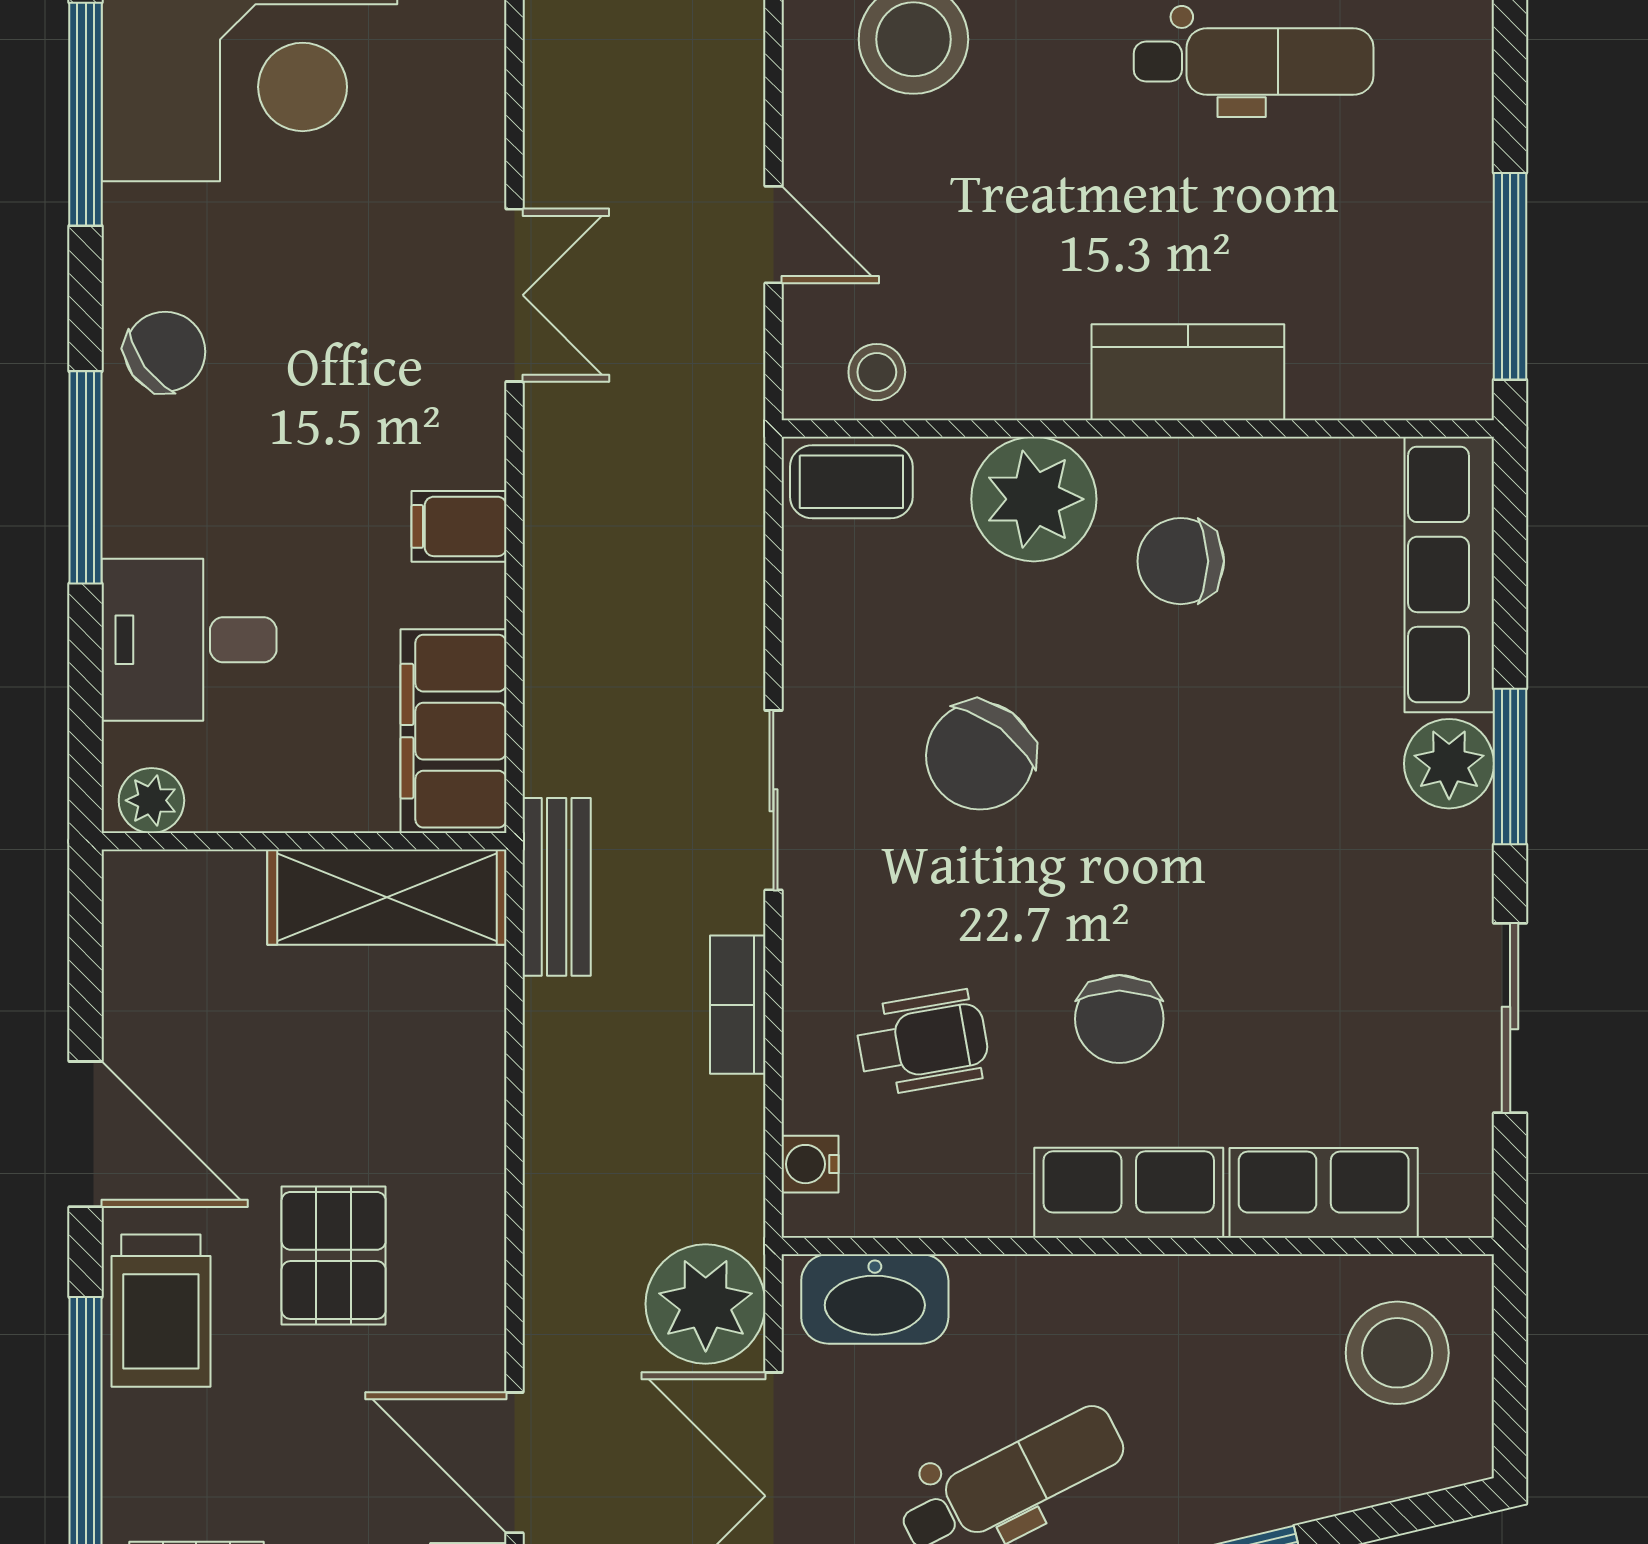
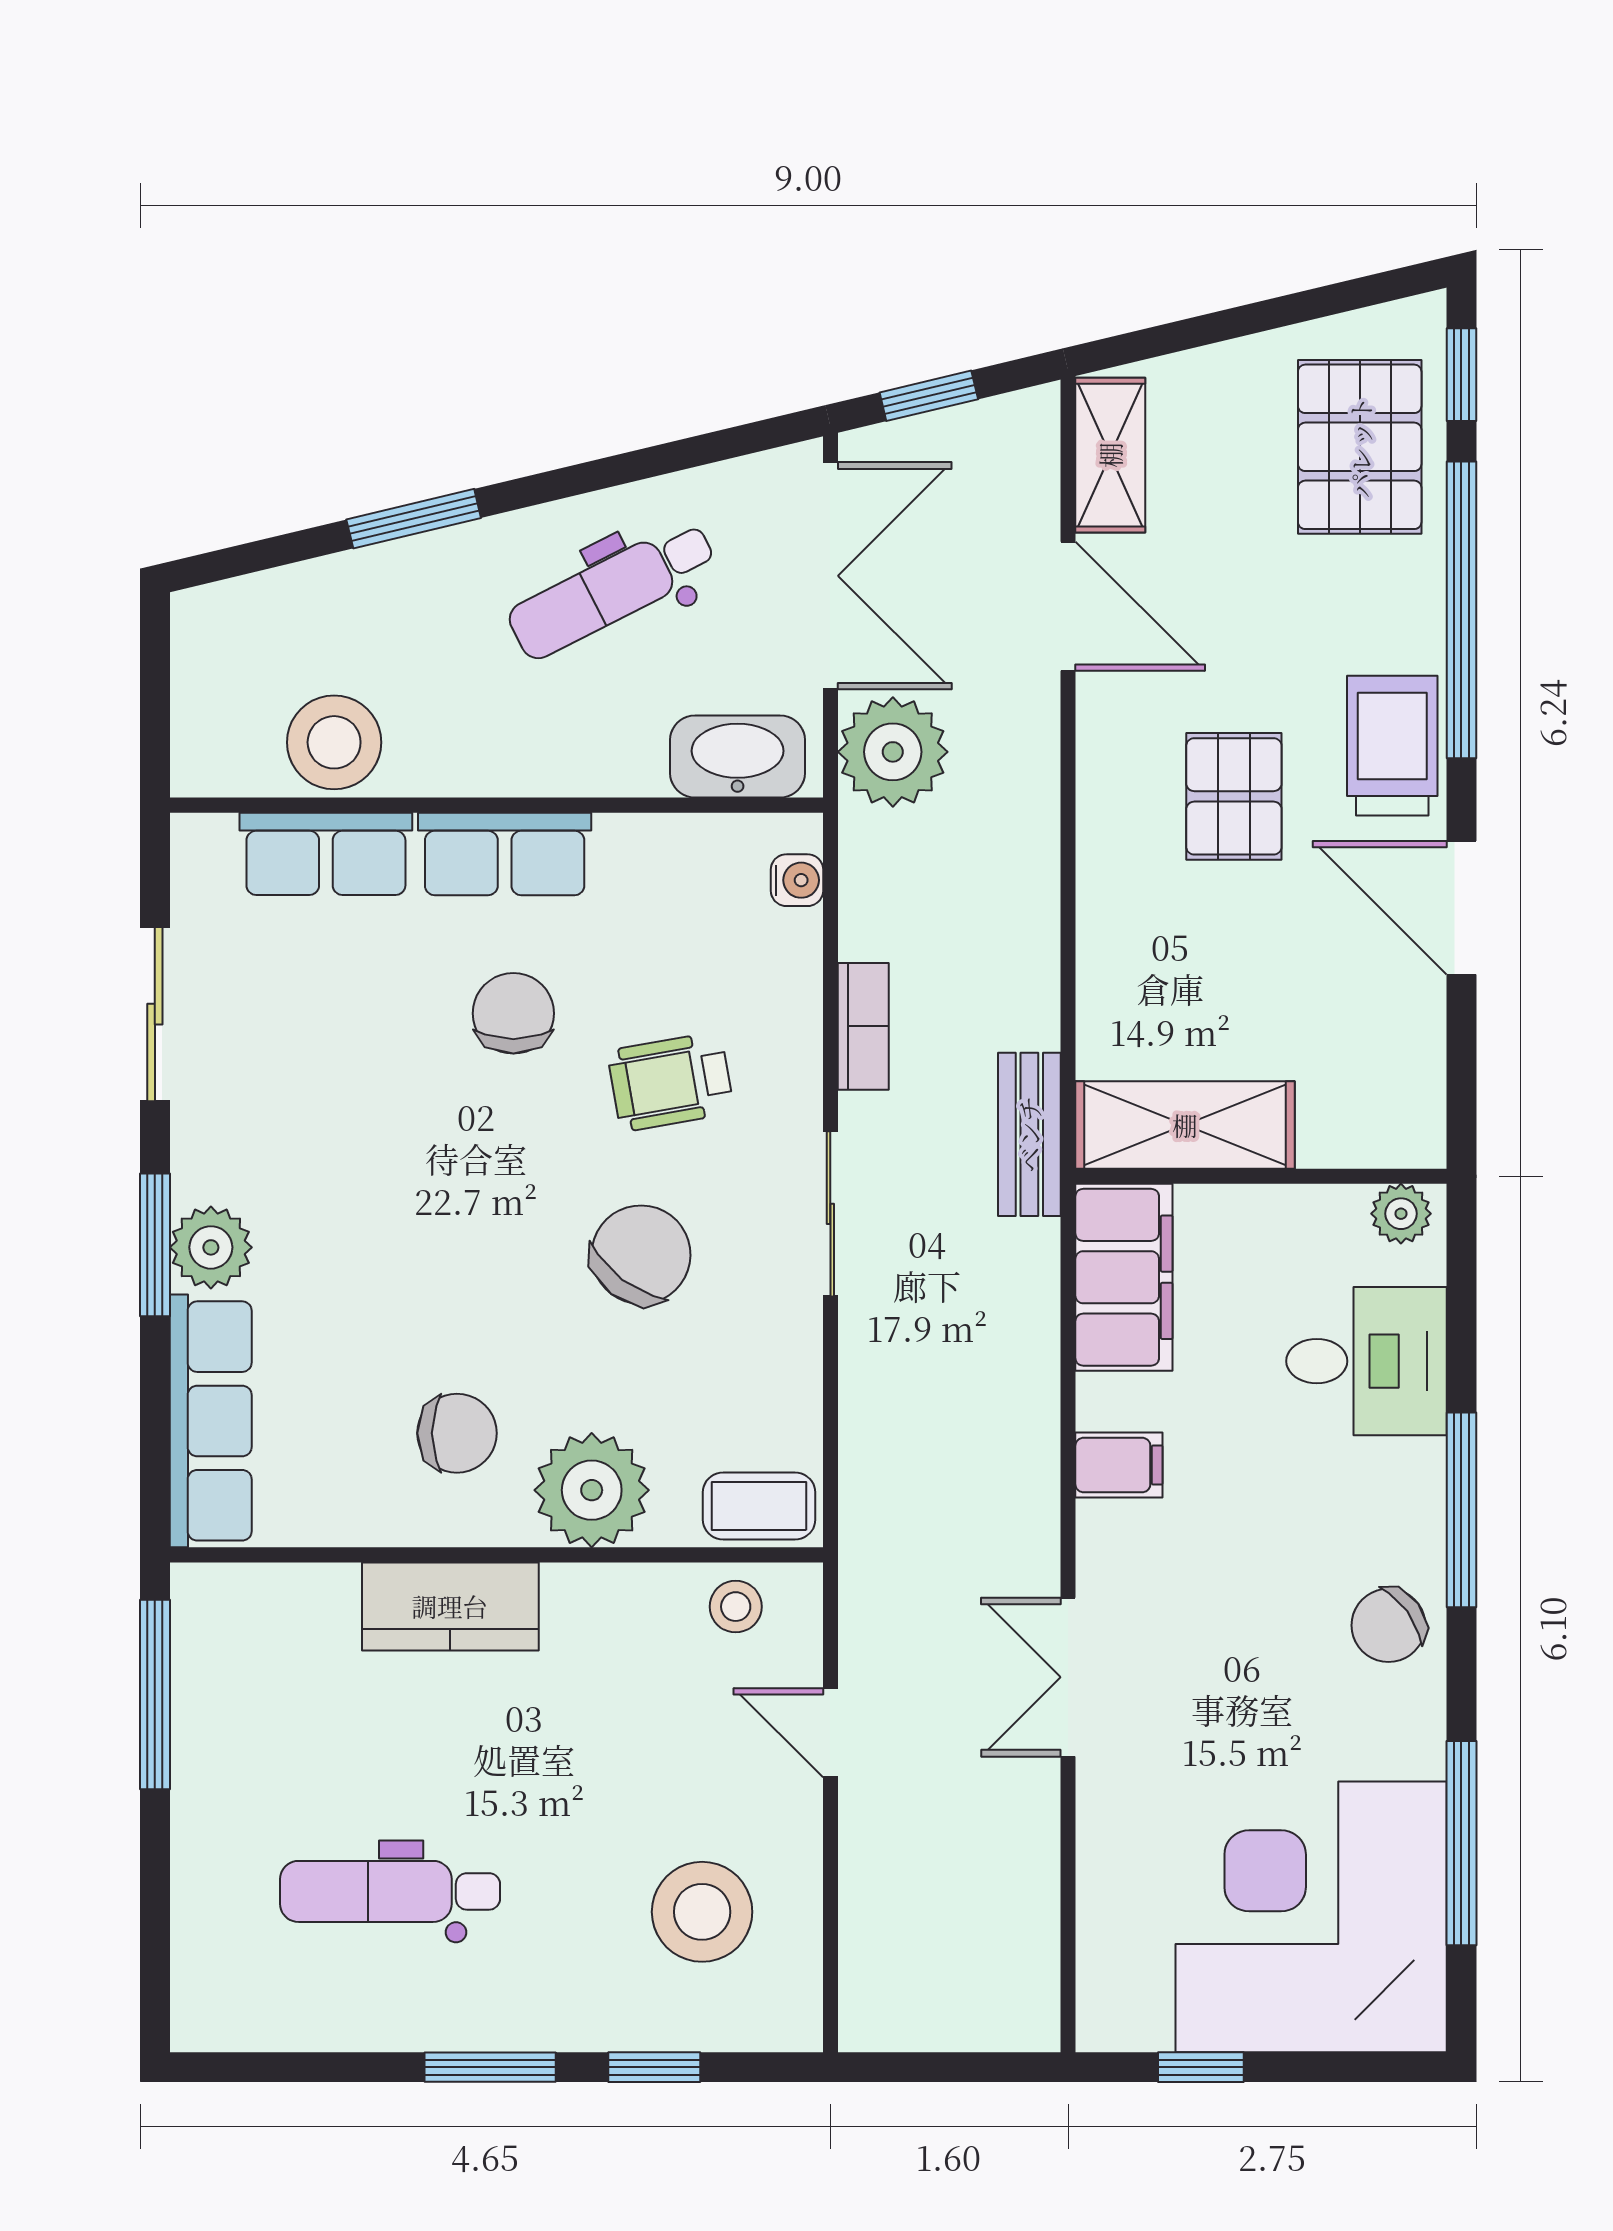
wheelchair: (923, 1043) -> (671, 1082), moved
stool: (1397, 1353) -> (334, 742), moved

